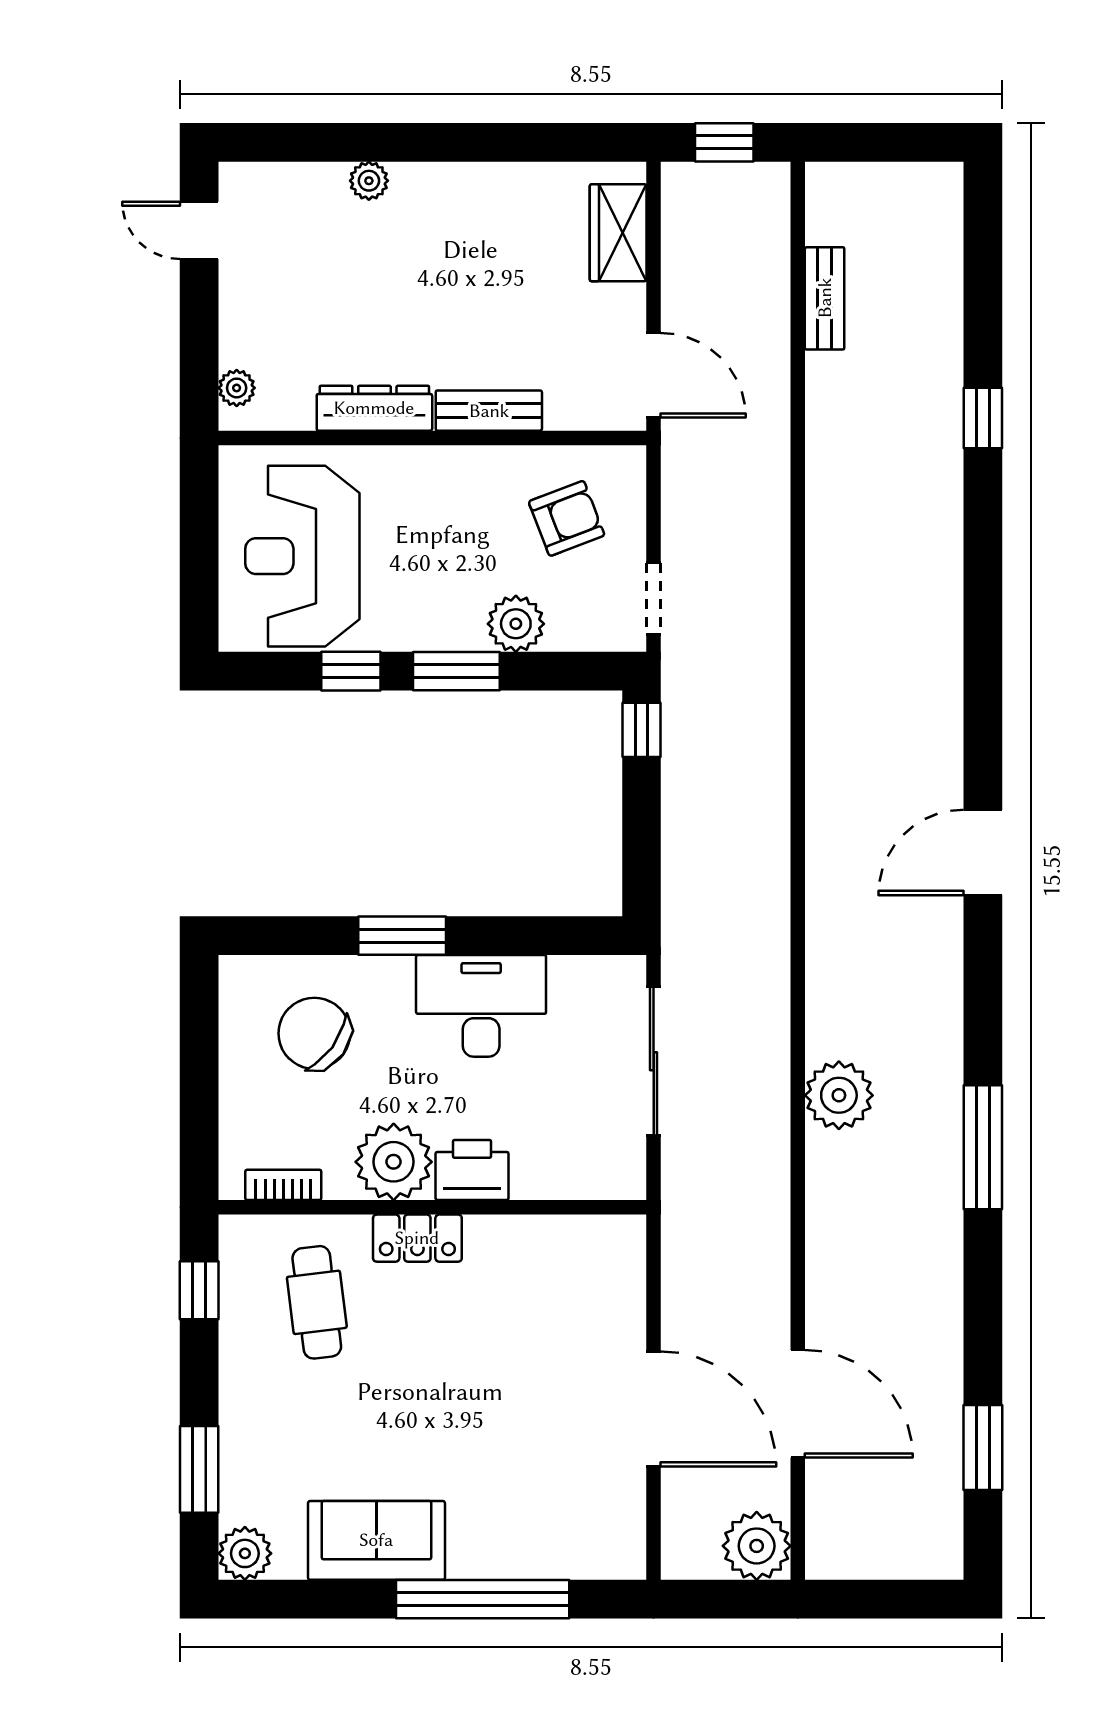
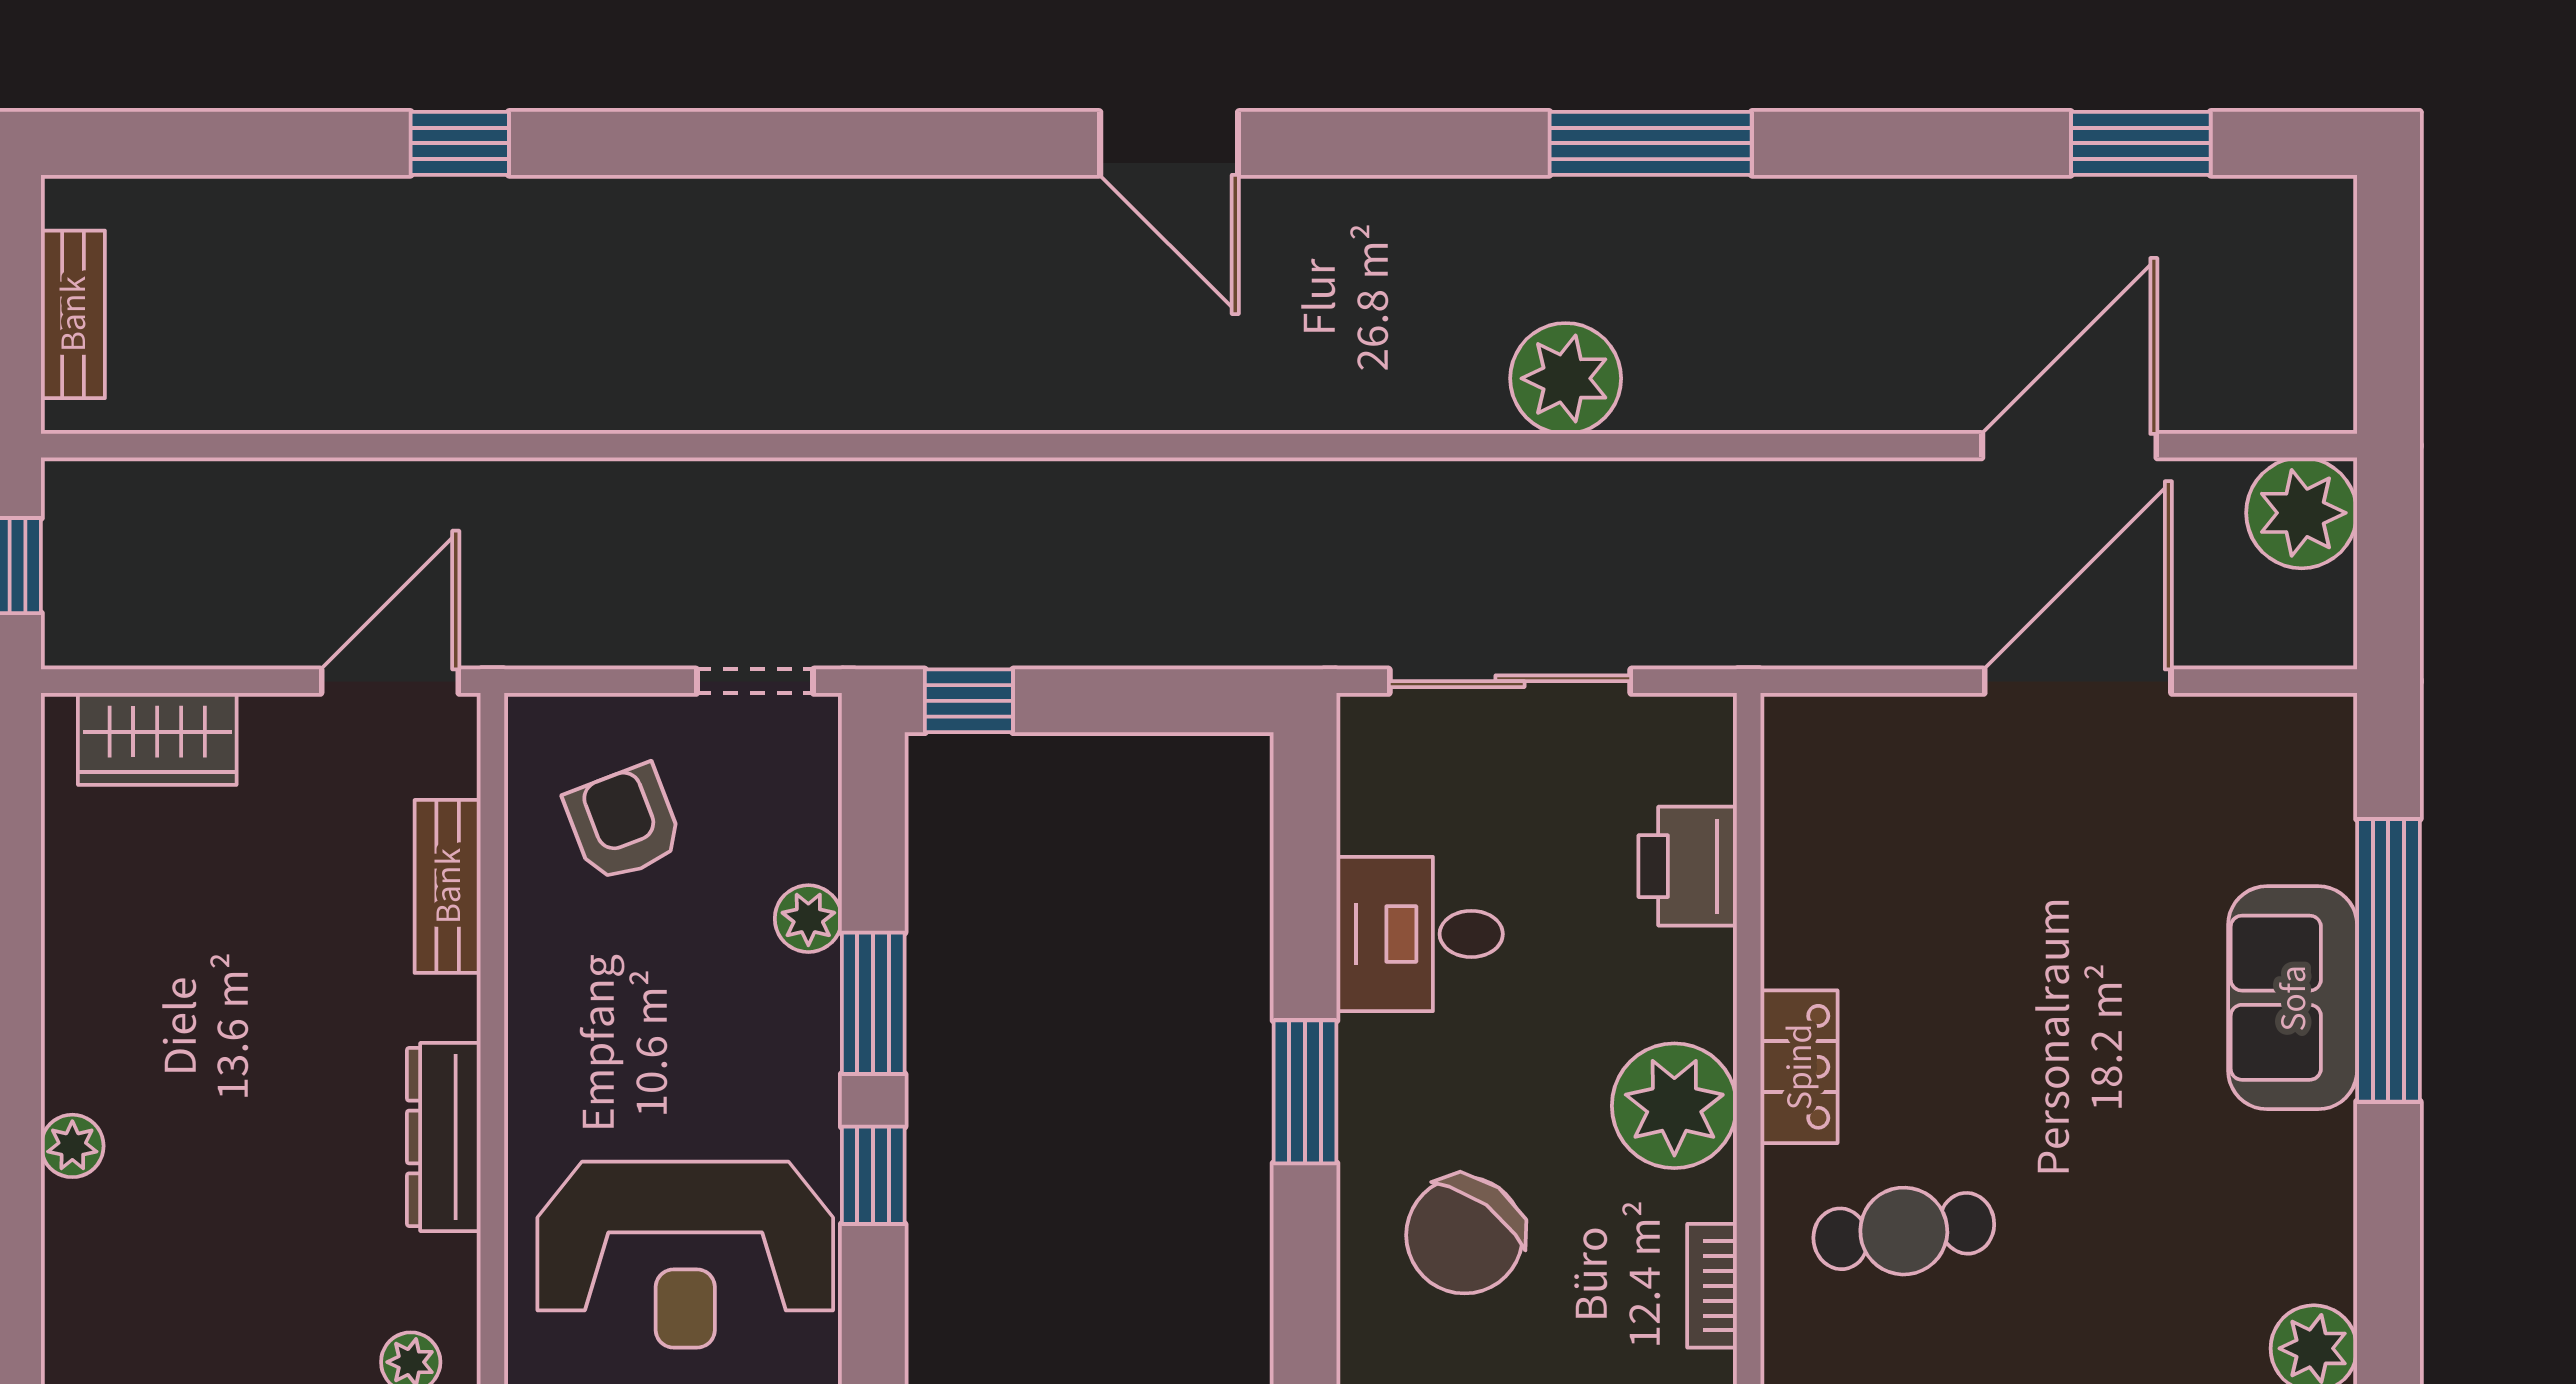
bench: (825, 298) -> (73, 314), moved, turned 90
bench: (489, 411) -> (448, 886), moved
plant: (516, 624) -> (808, 919), width x0.73, depth x0.73
desk: (481, 1006) -> (1420, 934), width x0.73
printer: (472, 1170) -> (1688, 866), moved
sofa: (376, 1540) -> (2293, 998), moved

